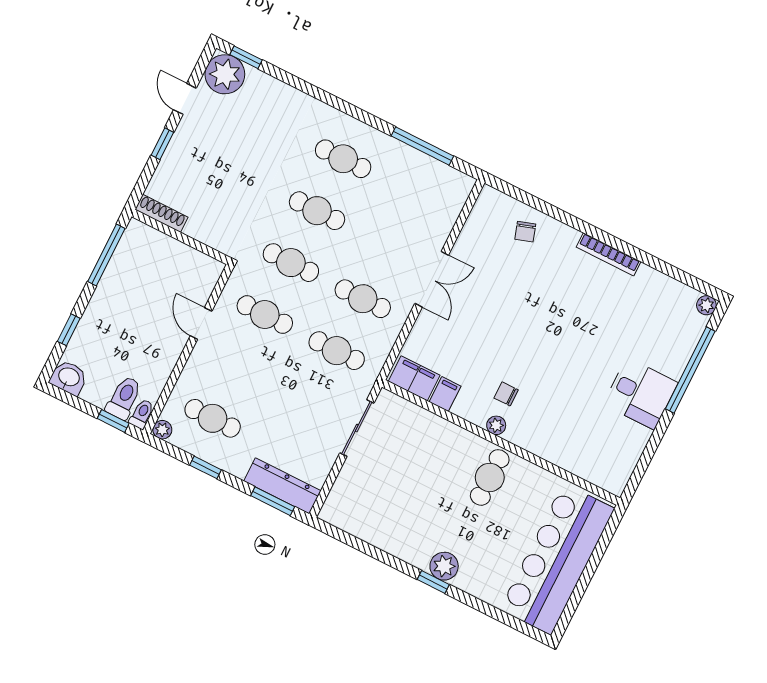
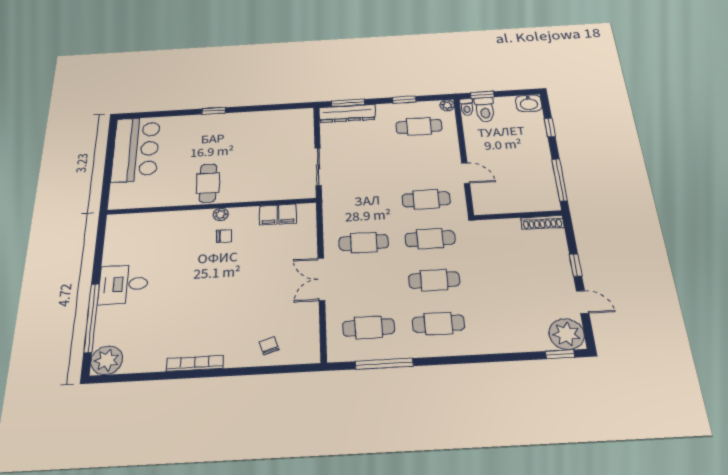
plant: (706, 305) -> (107, 360), width x1.87, depth x1.87
cafe table: (337, 351) -> (369, 327), moved
filing cabinet: (414, 378) -> (287, 214), width x0.50
bar counter: (557, 559) -> (136, 149), width x0.73
plant: (444, 566) -> (211, 122), removed

